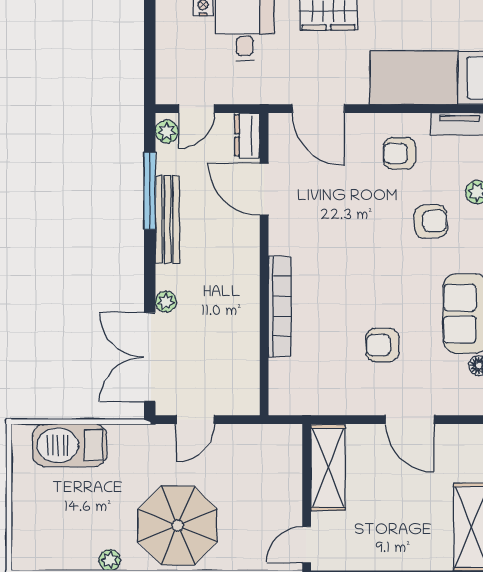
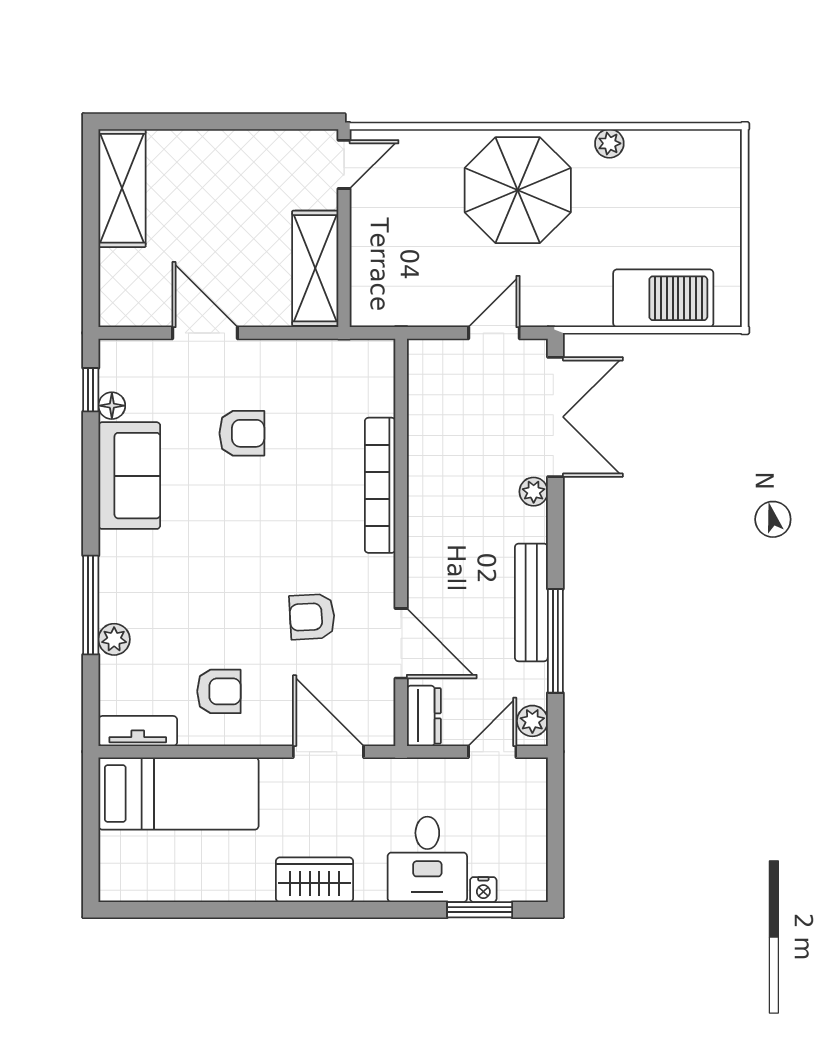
armchair: (431, 221) -> (312, 617), moved

